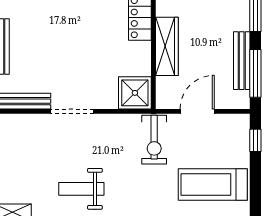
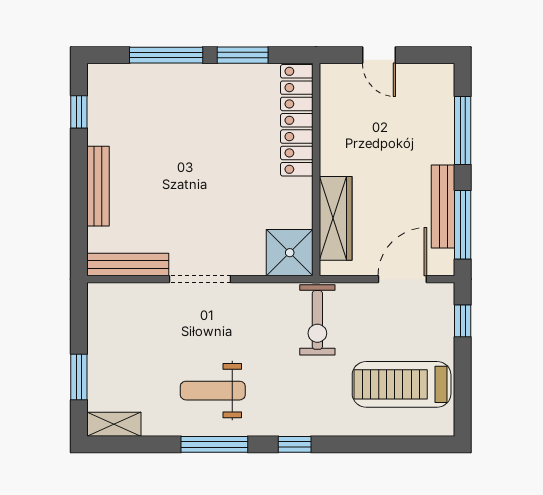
wardrobe: (167, 46) -> (336, 218), moved
door: (197, 111) -> (402, 279), moved

